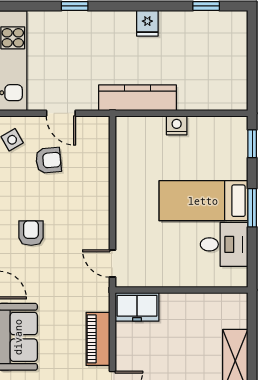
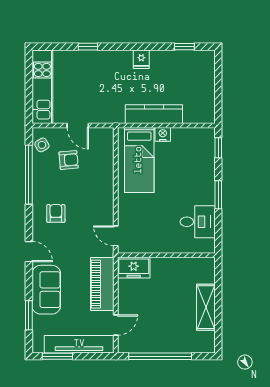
kitchen counter: (138, 98) -> (154, 114), moved
bed: (203, 201) -> (139, 160), moved, turned -90
piano: (98, 339) -> (102, 284), width x1.37, depth x1.33

